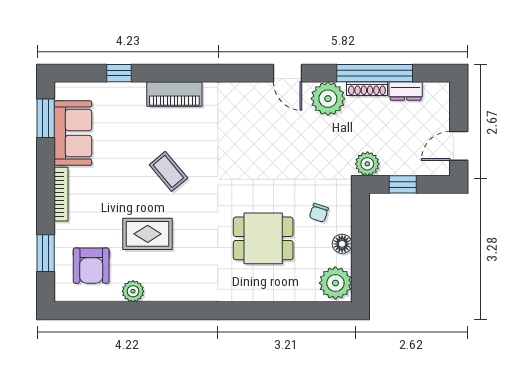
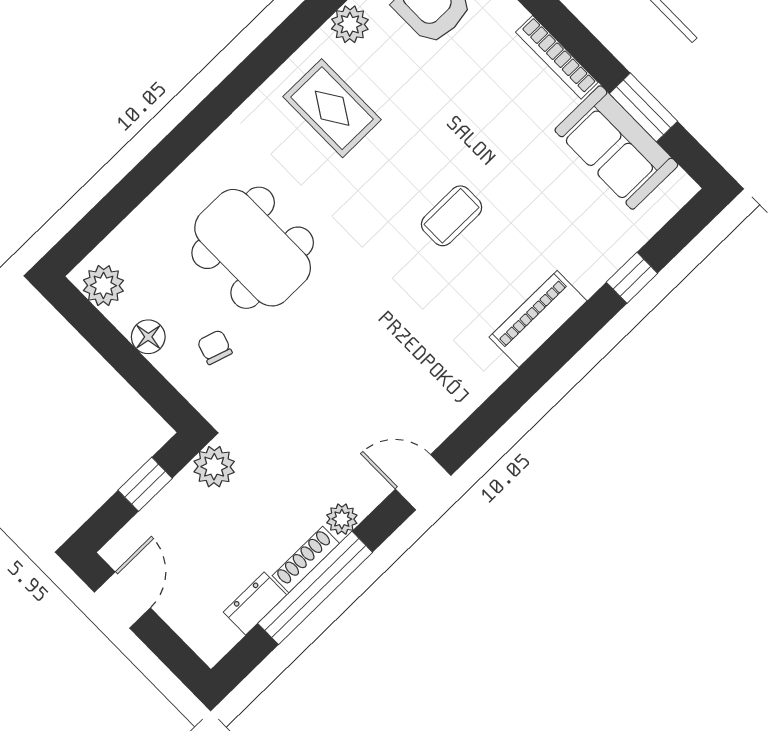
plant: (328, 99) -> (342, 519), width x0.53, depth x0.53
window: (46, 118) -> (643, 107), moved
coffee table: (168, 171) -> (452, 216), turned -50
rug: (148, 234) -> (332, 108), moved, turned 90
dining table: (263, 238) -> (253, 248), width x1.37
plant: (335, 283) -> (103, 286), width x0.73, depth x0.73

